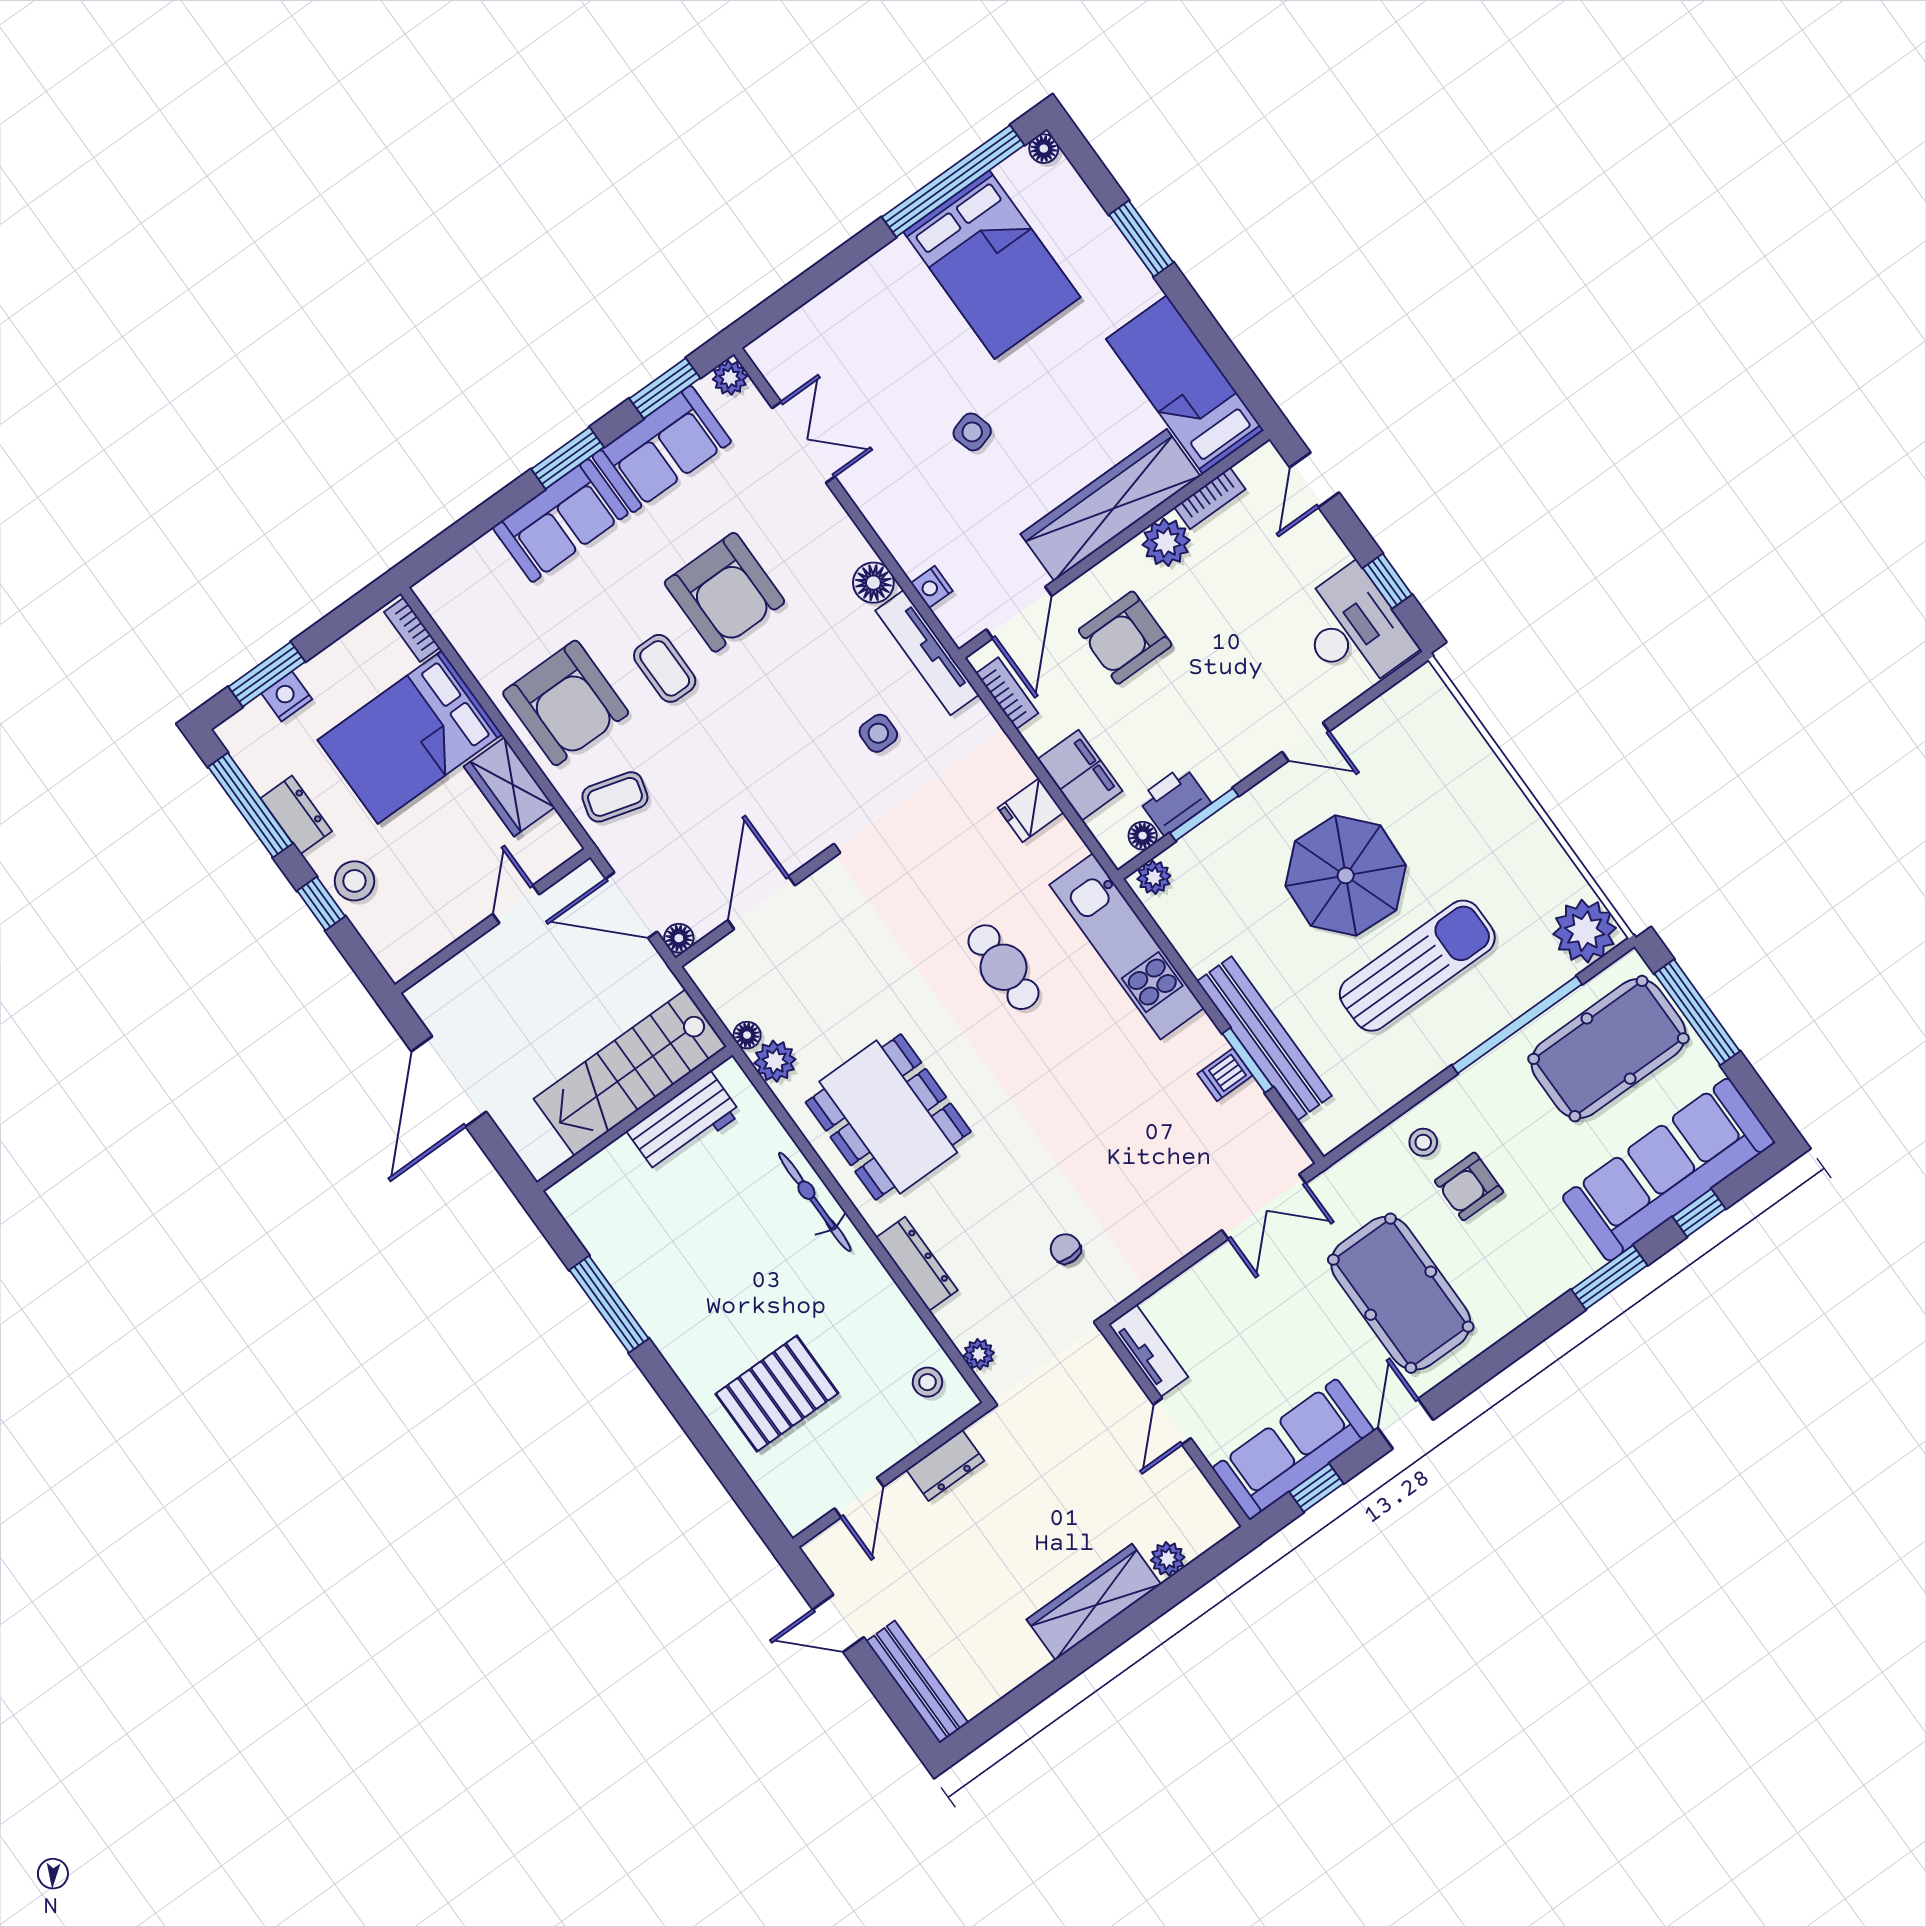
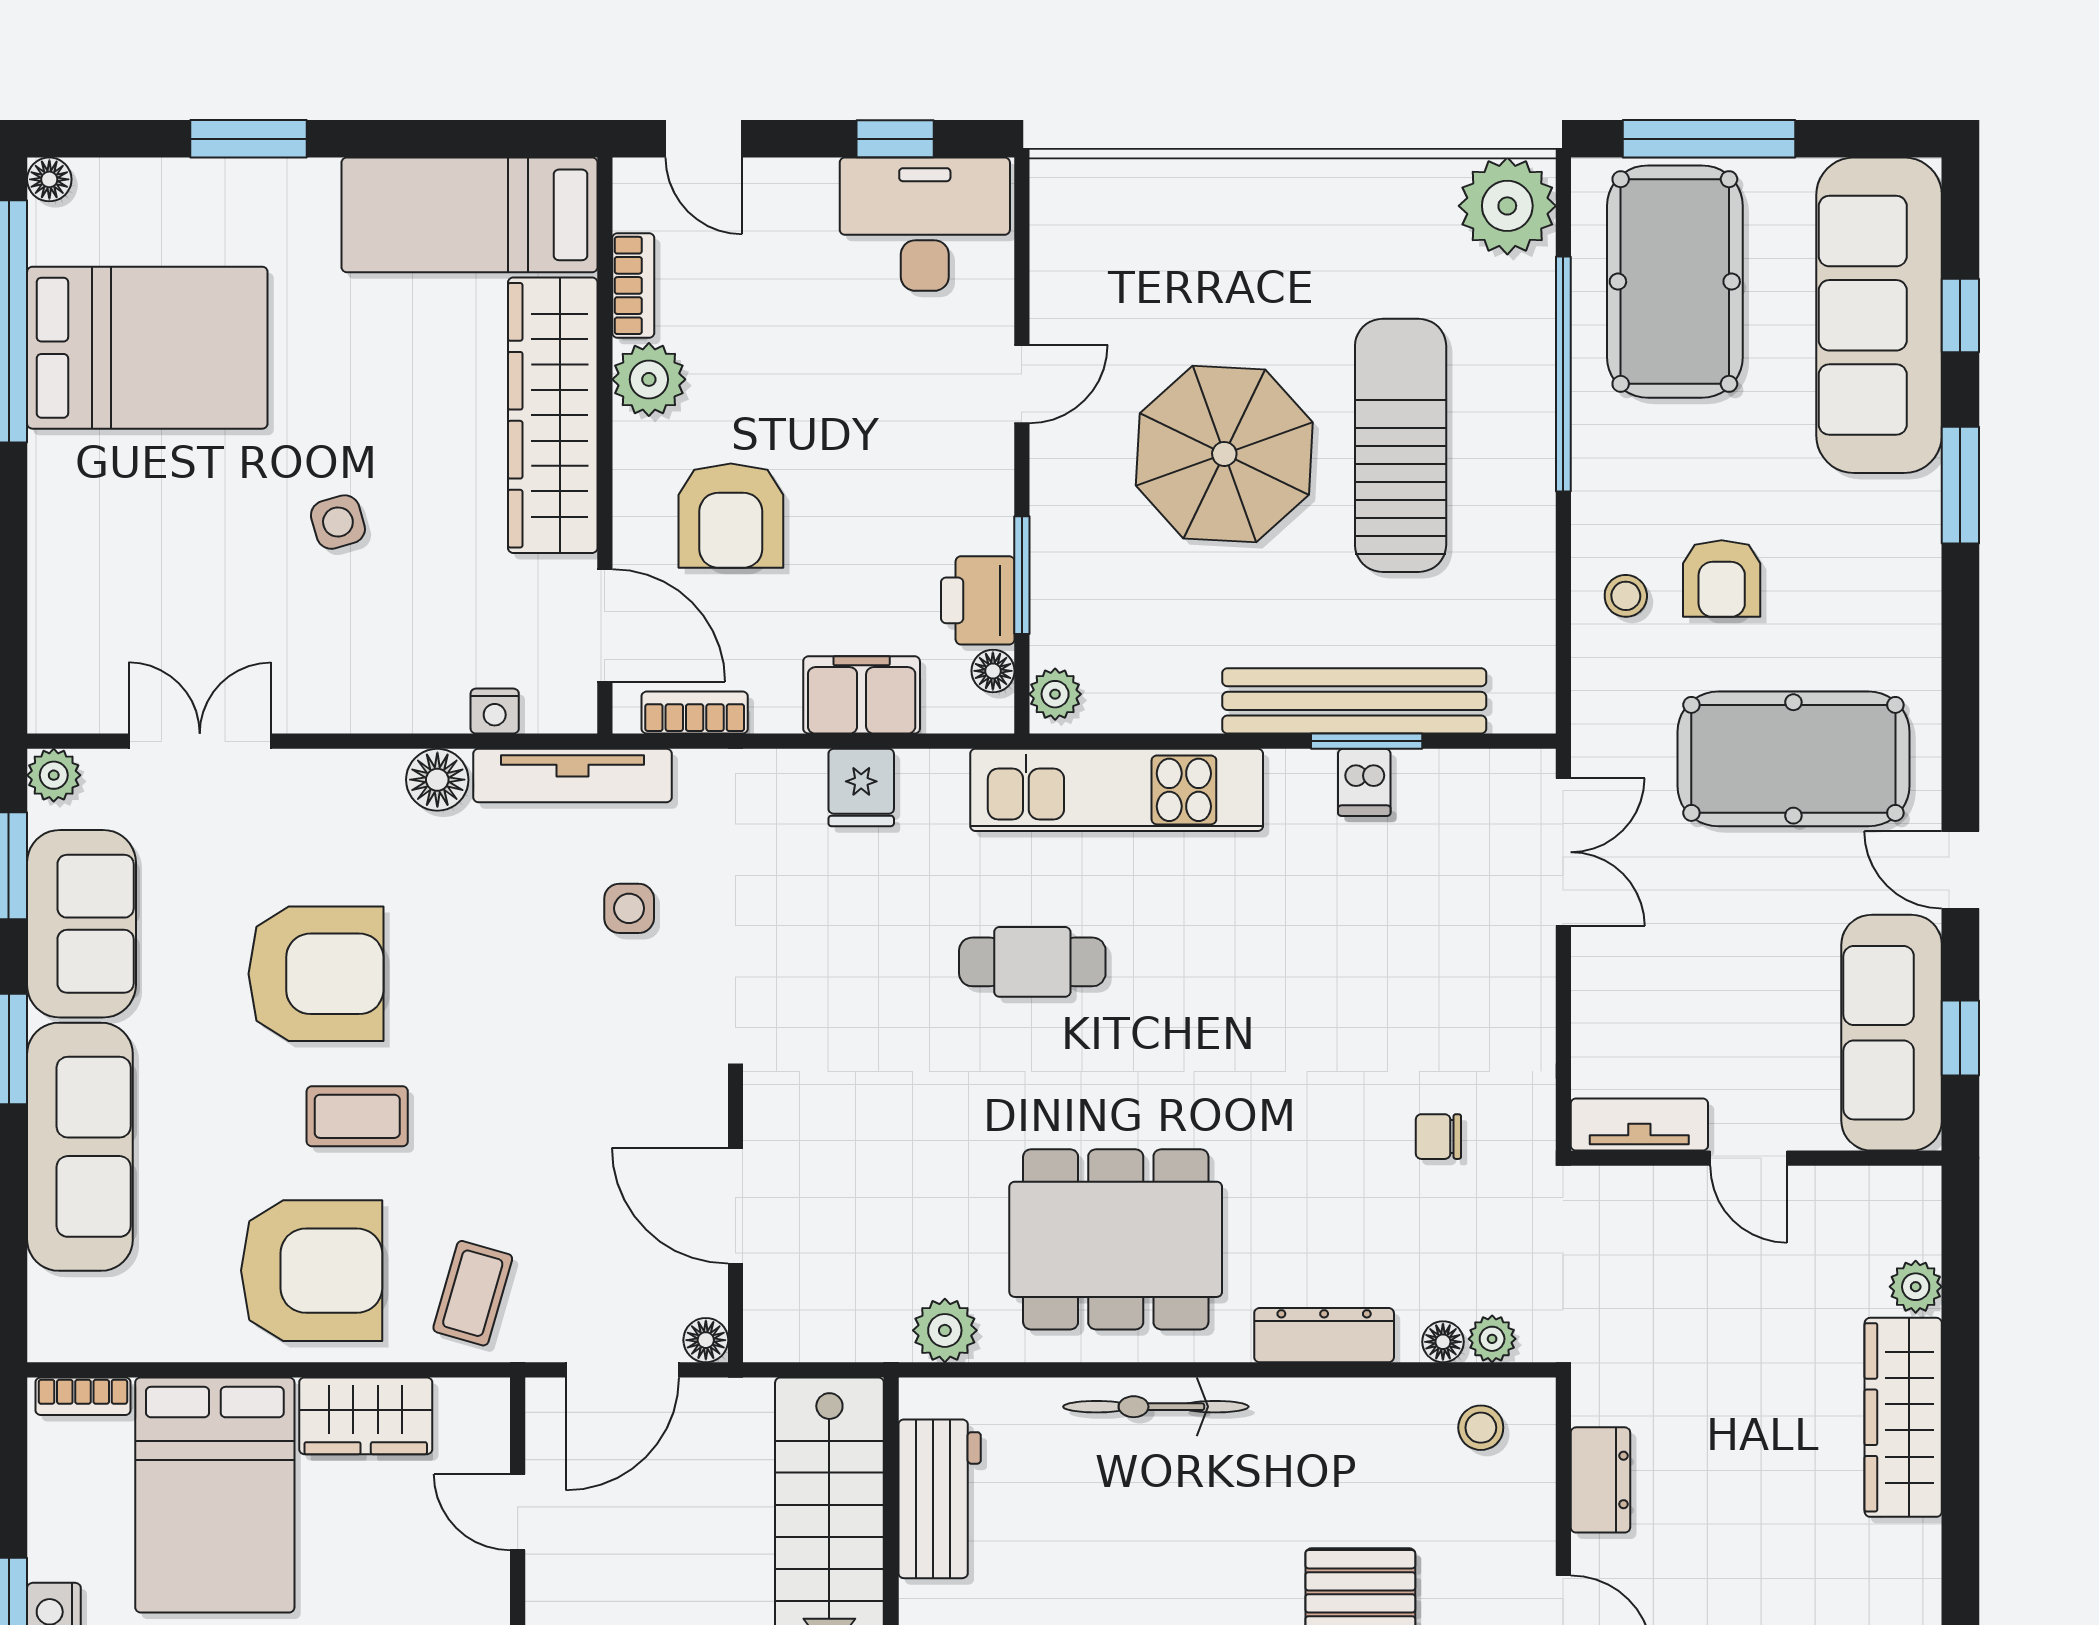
sofa: (560, 521) -> (80, 1147), width x1.36
floor lamp: (747, 1035) -> (1443, 1342), moved

